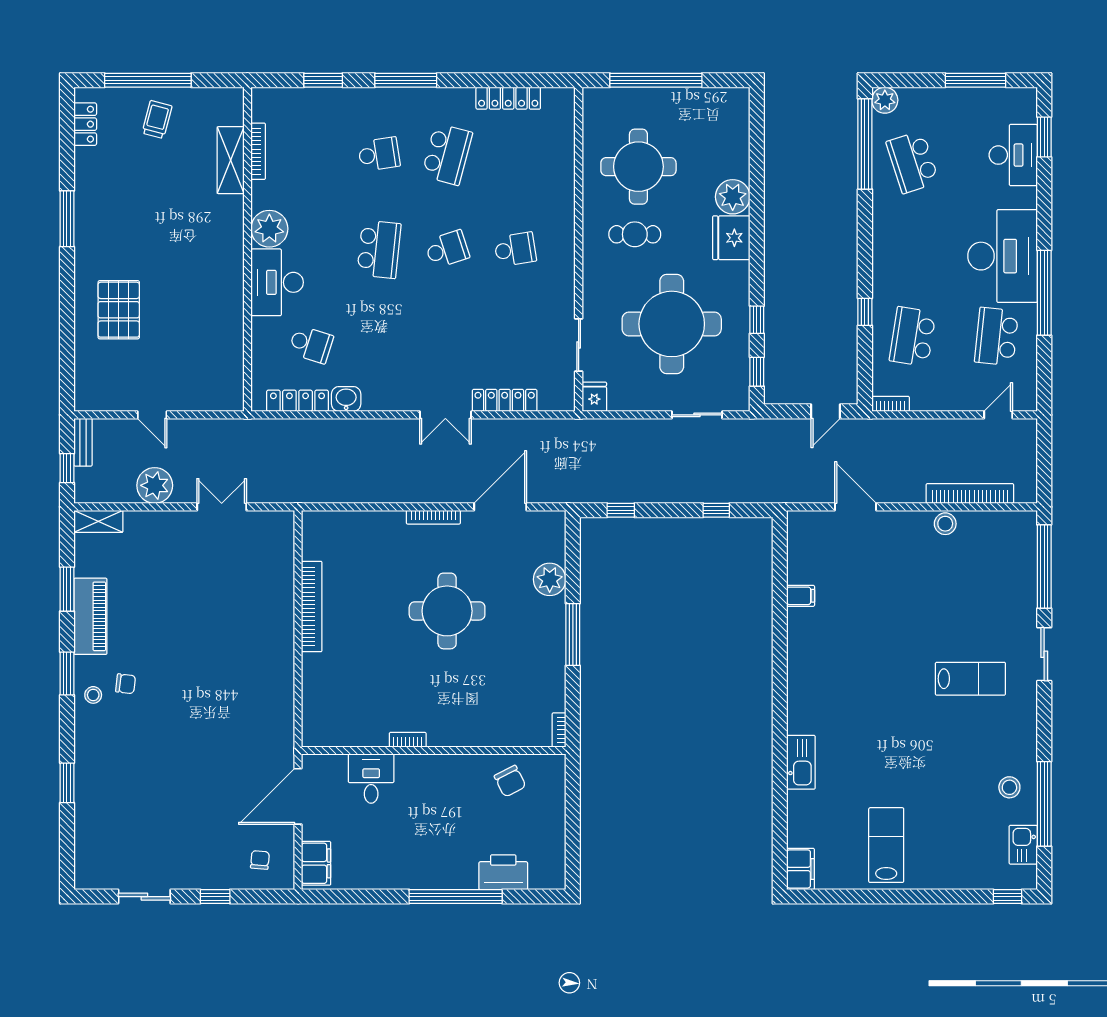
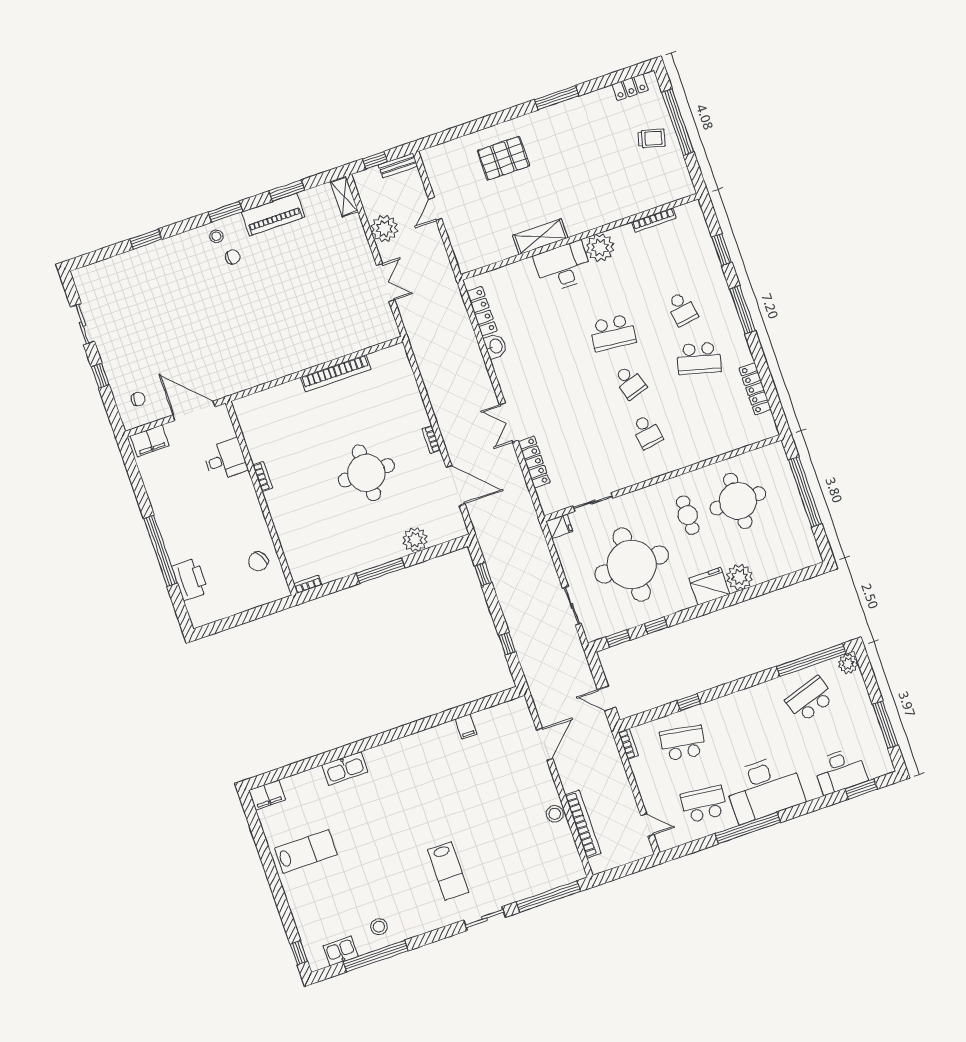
shelving: (231, 160) -> (540, 237), moved
school desk: (311, 344) -> (526, 307), removed
bookcase: (433, 517) -> (431, 439), width x0.64
chair: (126, 684) -> (233, 257), turned -97

